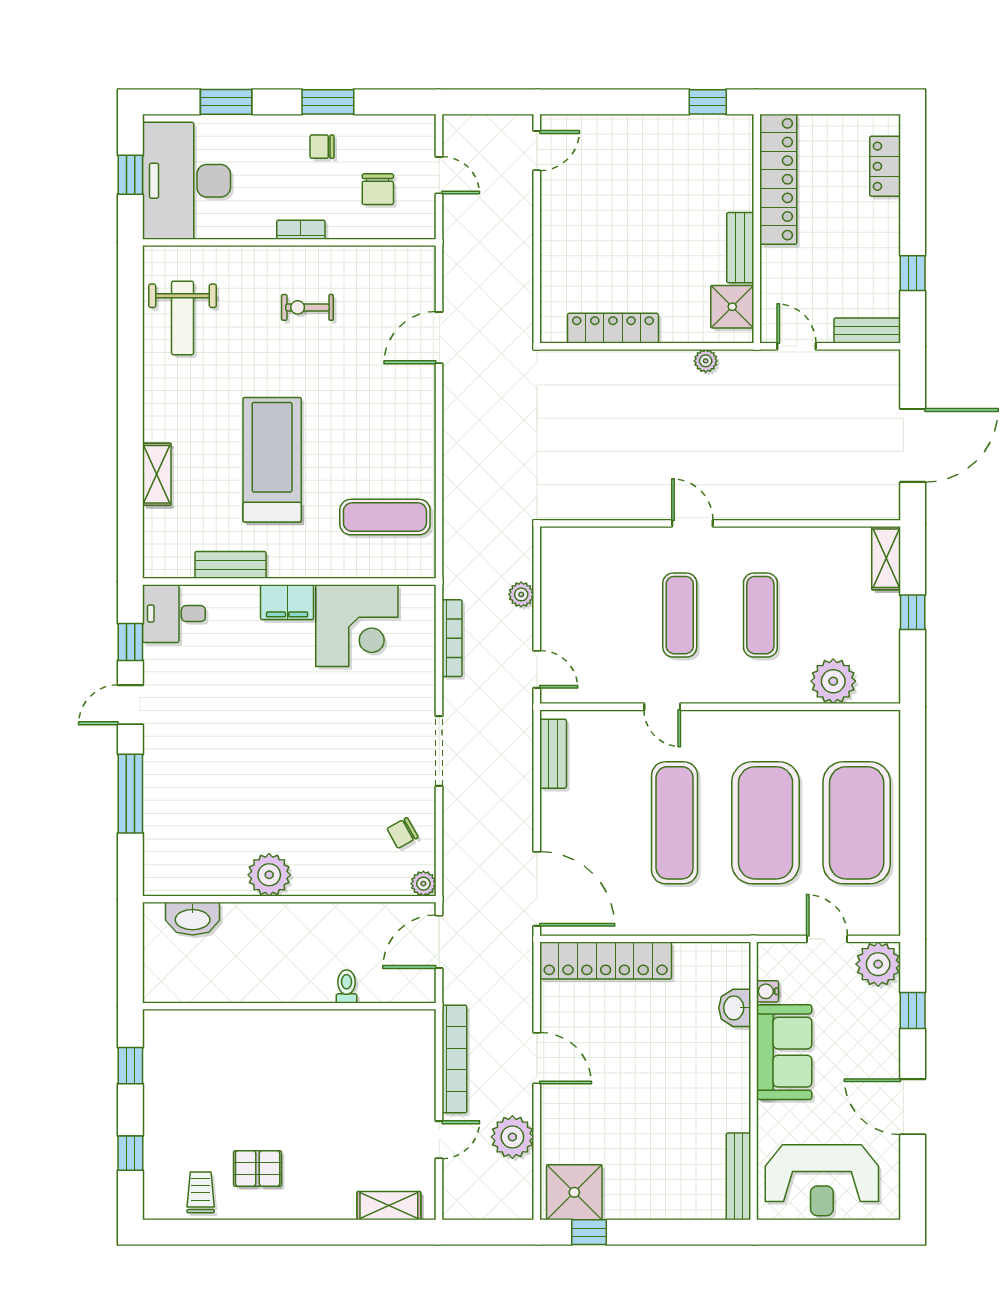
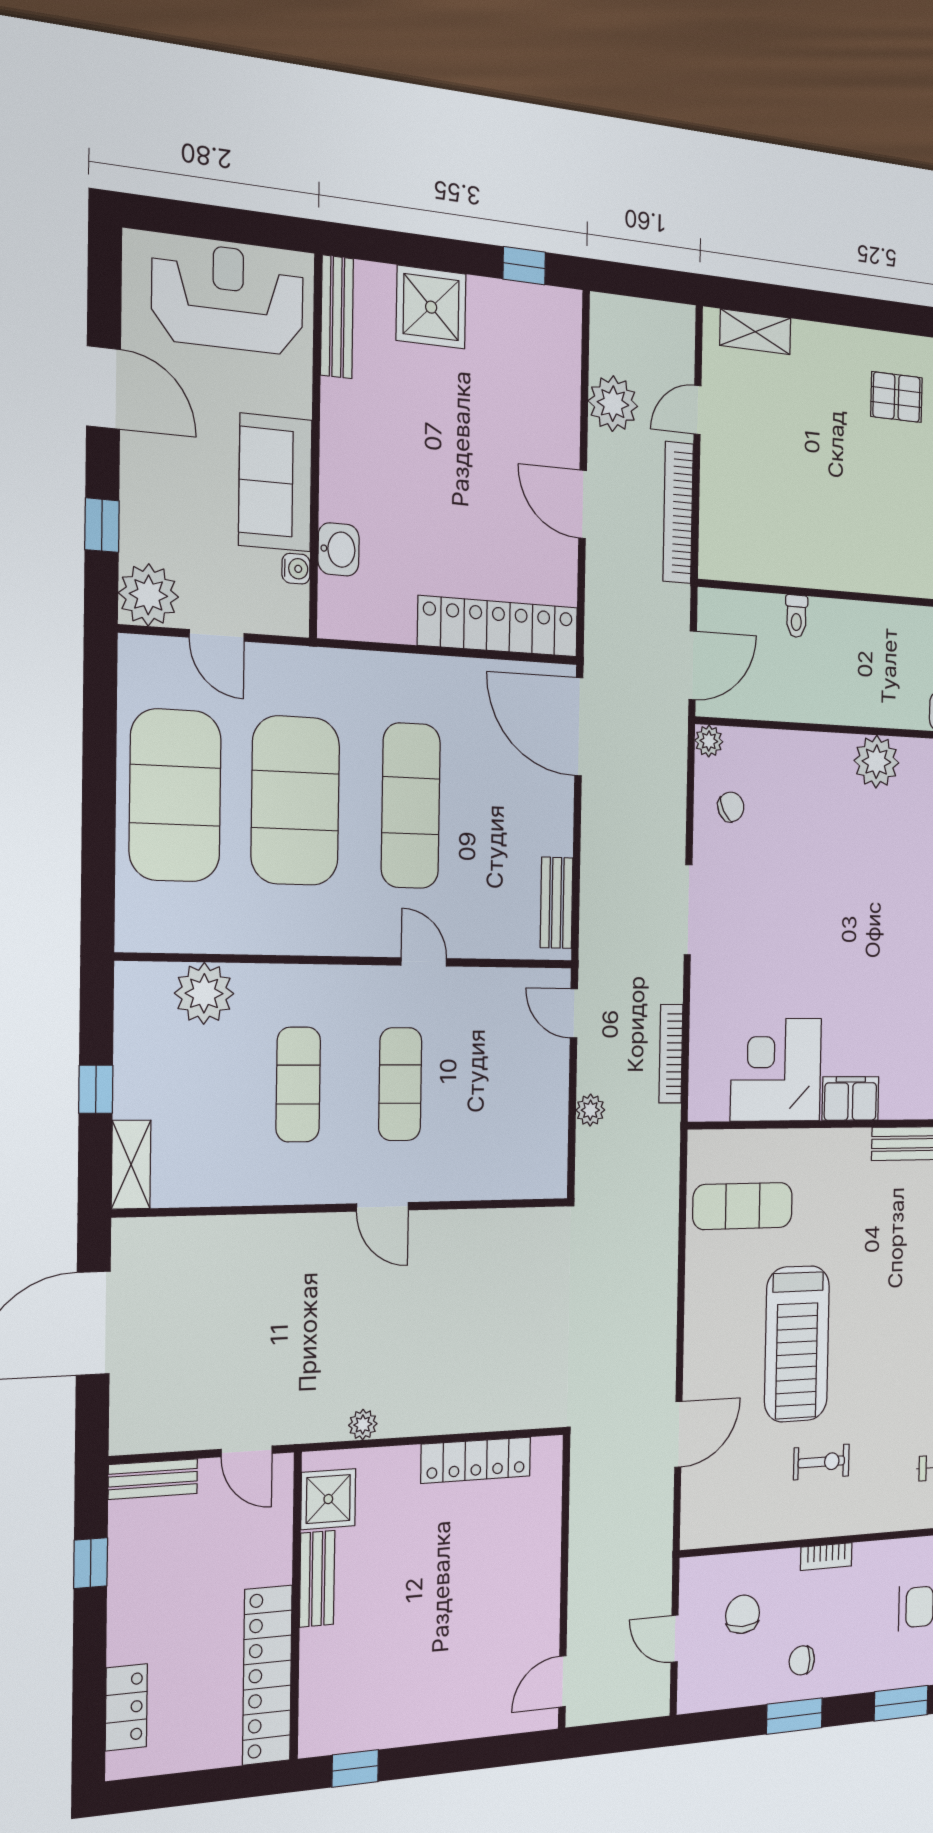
chair: (322, 147) -> (802, 1660), turned 180
treadmill: (272, 460) -> (797, 1344), moved
shower: (574, 1192) -> (431, 307), moved

